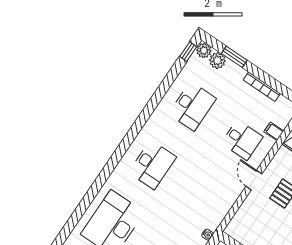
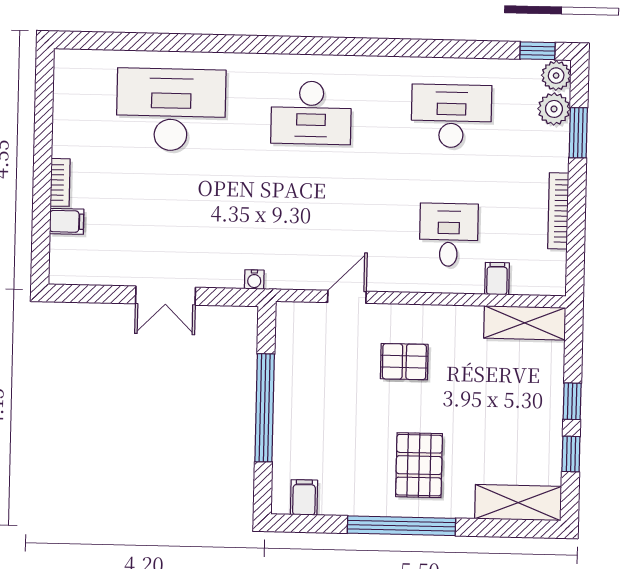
desk: (192, 106) -> (451, 116), turned 180
desk: (242, 140) -> (449, 235), turned 180
door: (254, 180) -> (347, 297), moved

